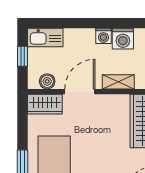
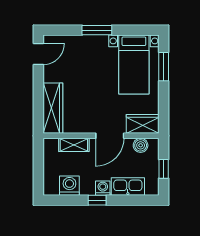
window: (93, 23) -> (97, 200), added
washing machine: (103, 36) -> (103, 188), moved
kitchen sink: (45, 38) -> (128, 187), moved

